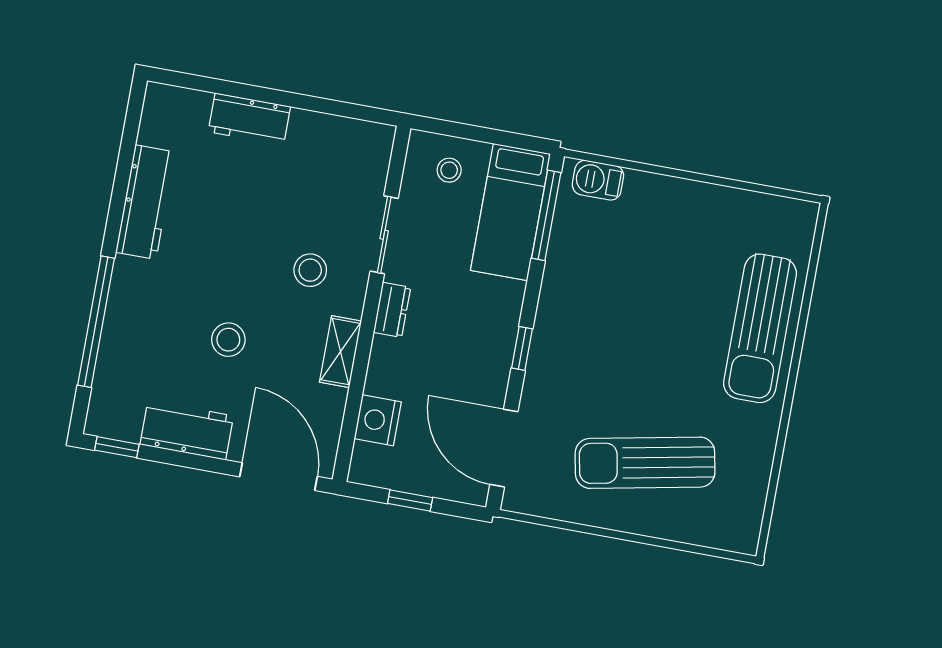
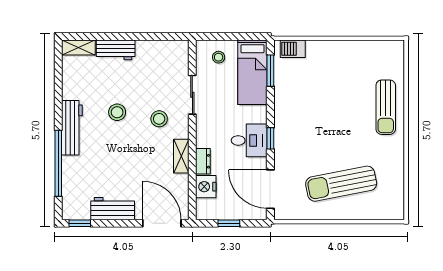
shelving: (177, 101) -> (78, 48), added
workbench: (146, 202) -> (72, 128), moved
window: (546, 215) -> (270, 71), width x0.69
dresser: (392, 310) -> (203, 161), moved
sun lounger: (760, 328) -> (386, 107), width x0.73, depth x0.75
stool: (228, 340) -> (117, 112), moved
desk: (480, 345) -> (249, 140), added

